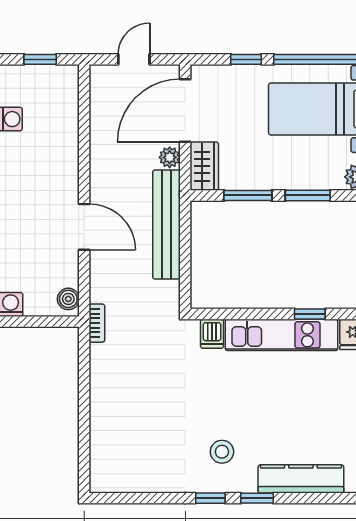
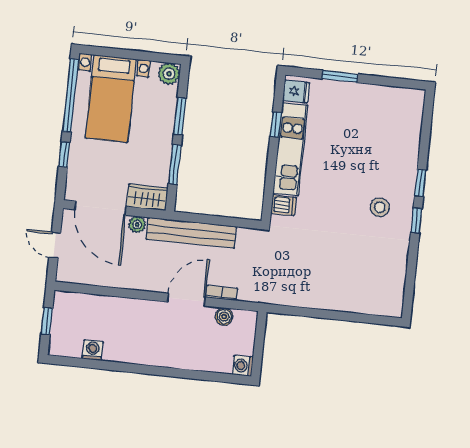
boiler: (68, 299) -> (224, 317), moved
bookcase: (97, 323) -> (222, 293), moved
kitchen counter: (301, 479) -> (408, 146), removed

